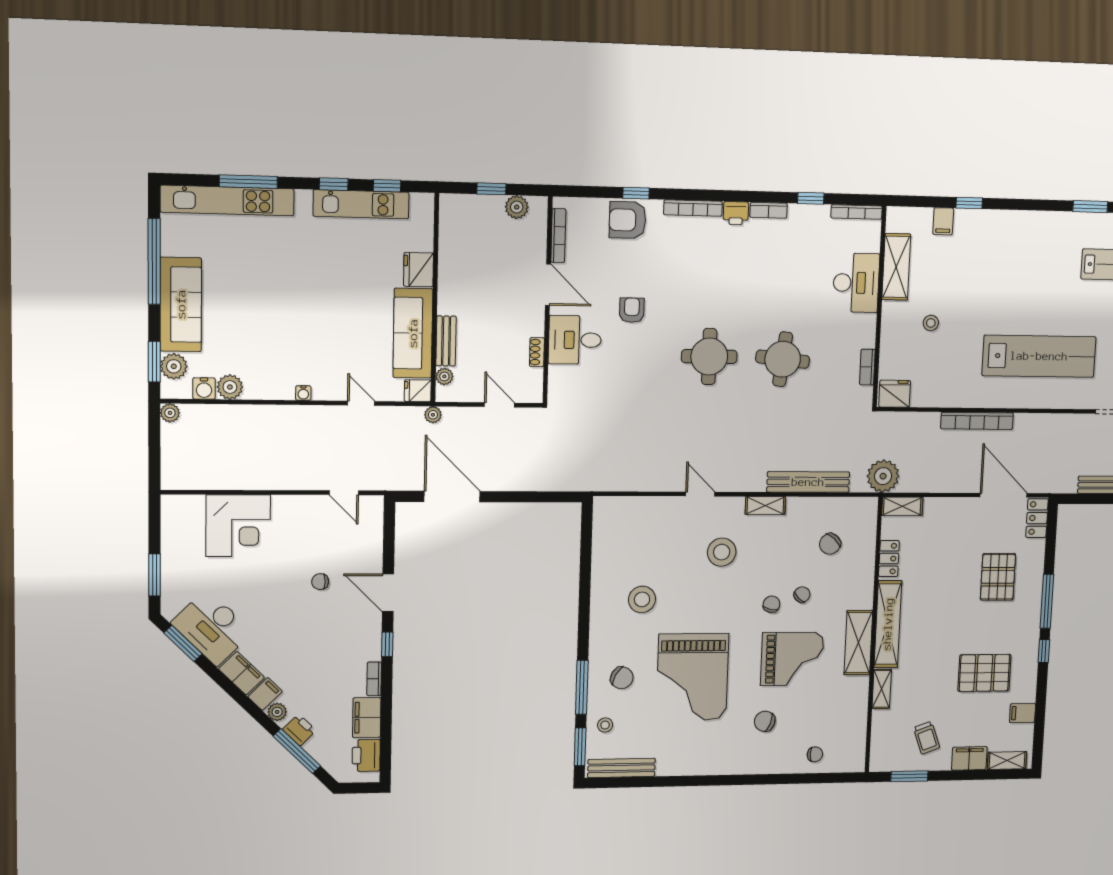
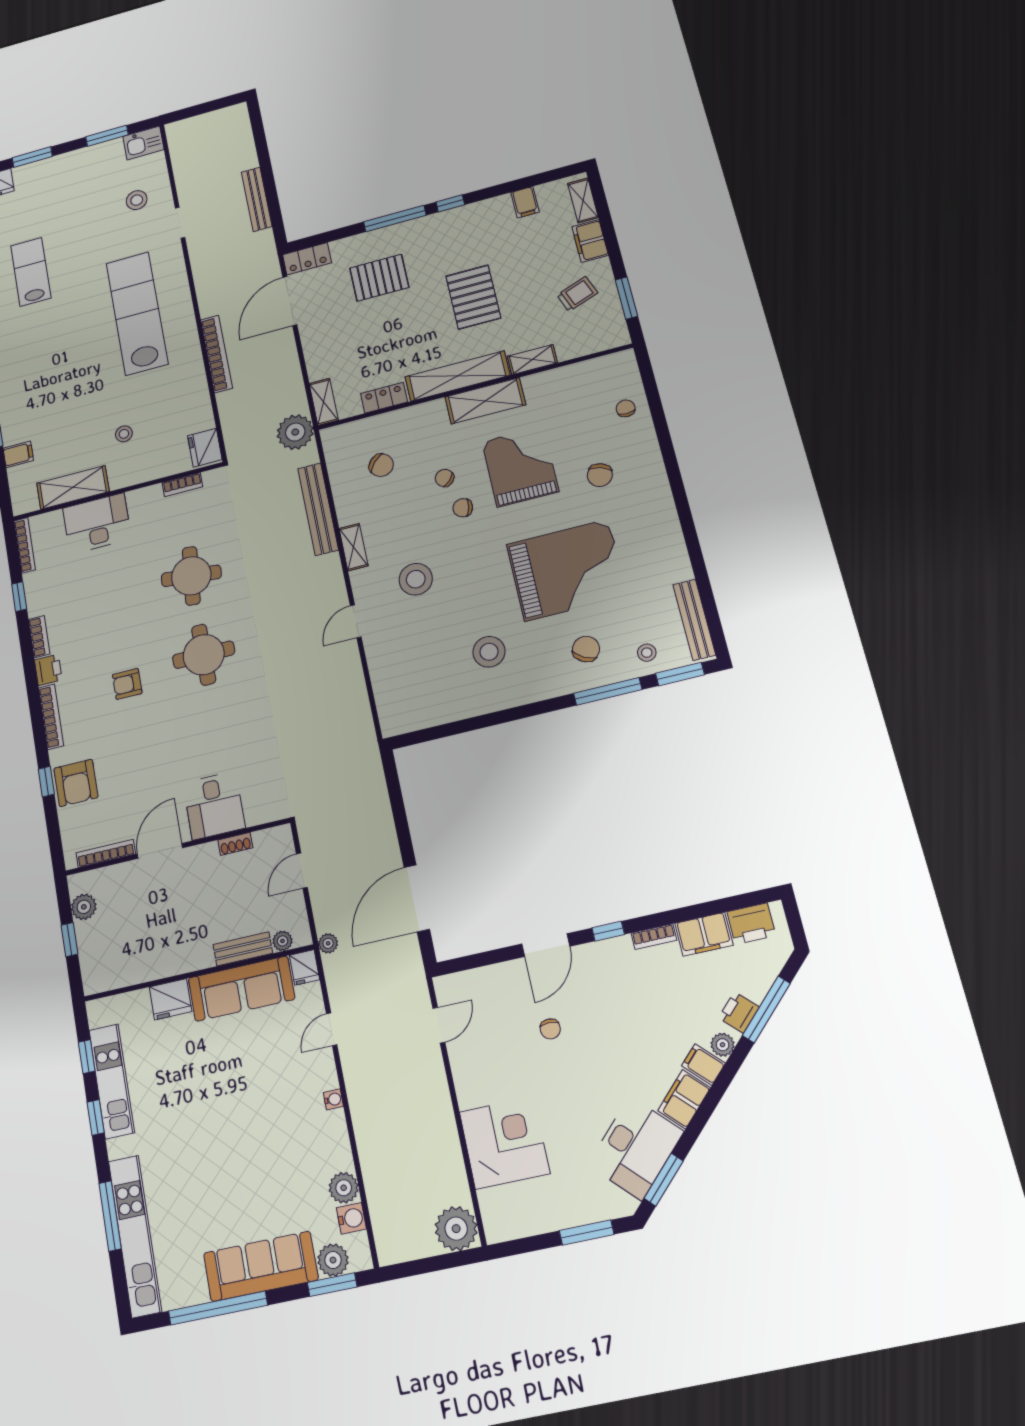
armchair: (632, 310) -> (127, 684), moved
plant: (170, 413) -> (456, 1229), moved, width x1.88, depth x1.88
pallet: (984, 673) -> (473, 297), moved

